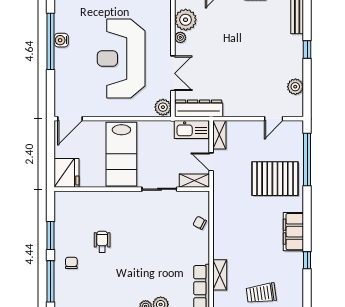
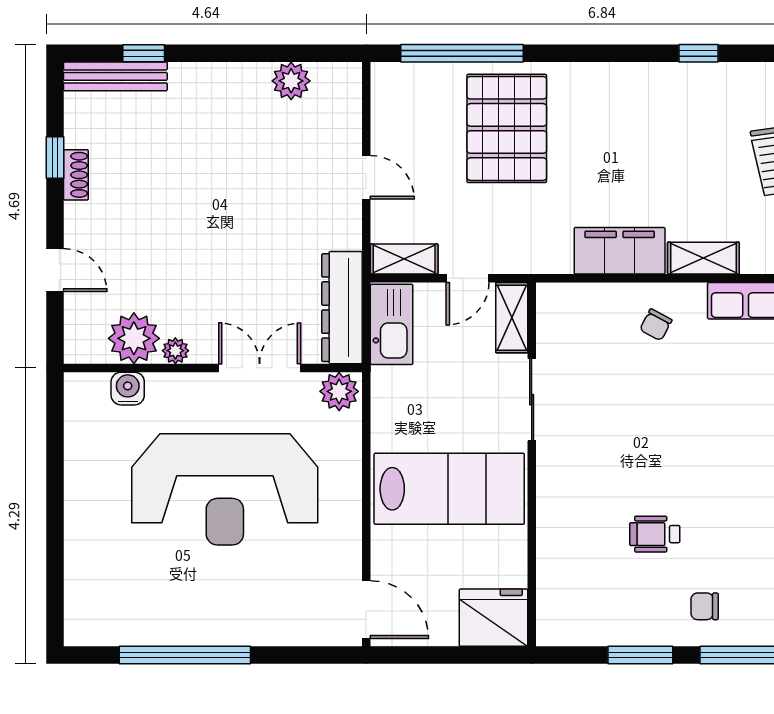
water cooler: (61, 40) -> (128, 389), moved, turned 180
window: (307, 50) -> (144, 53), moved
door: (274, 119) -> (366, 177), moved
chair: (200, 223) -> (656, 325), moved
filing cabinet: (293, 232) -> (620, 251), moved, turned 180
shelving: (220, 275) -> (703, 258), moved

